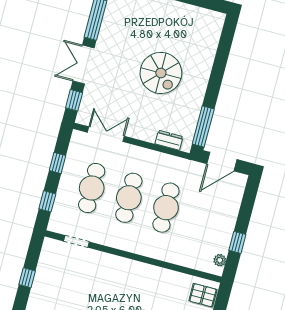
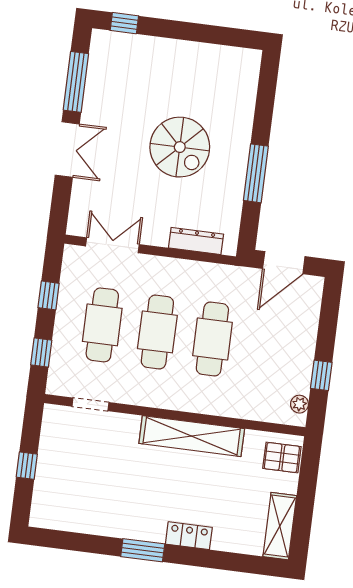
double door: (83, 65) -> (67, 150), swing flipped
window: (74, 100) -> (60, 203), removed
window: (203, 127) -> (256, 173), moved
dresser: (169, 140) -> (196, 241), width x1.44
shelving: (143, 272) -> (192, 436), added

